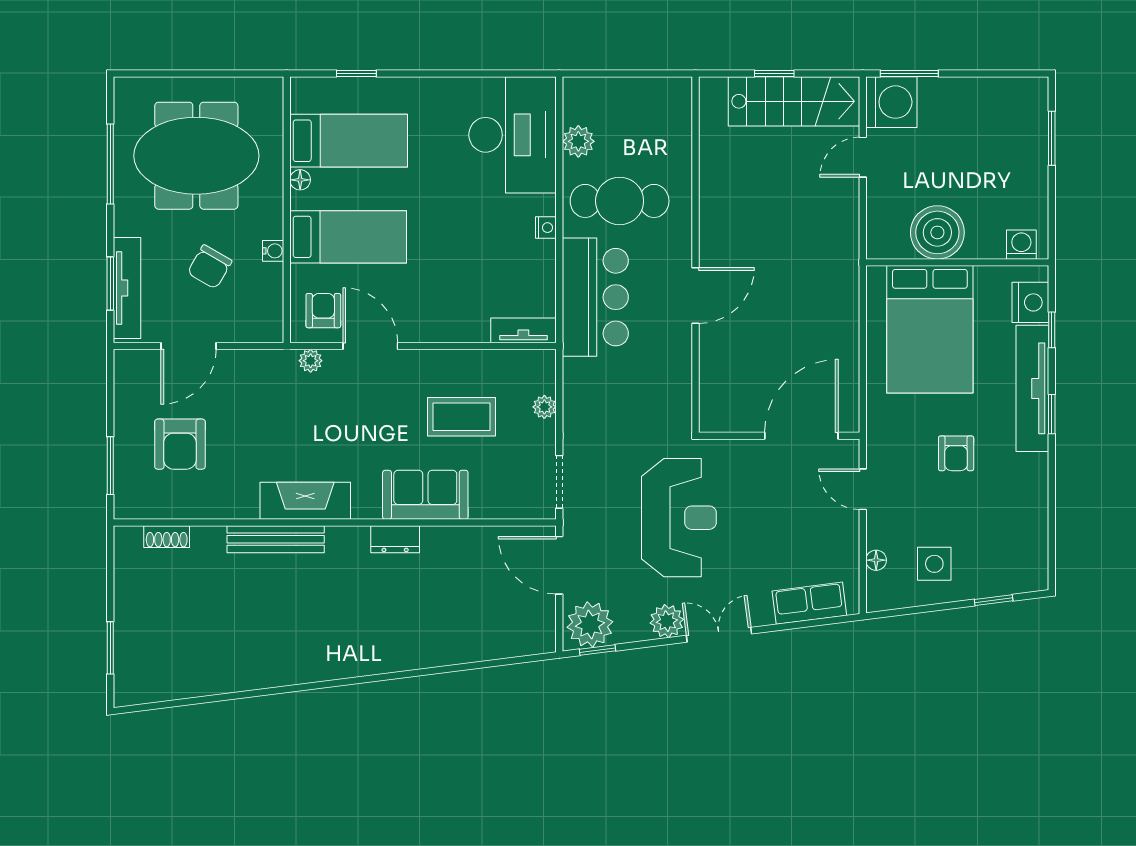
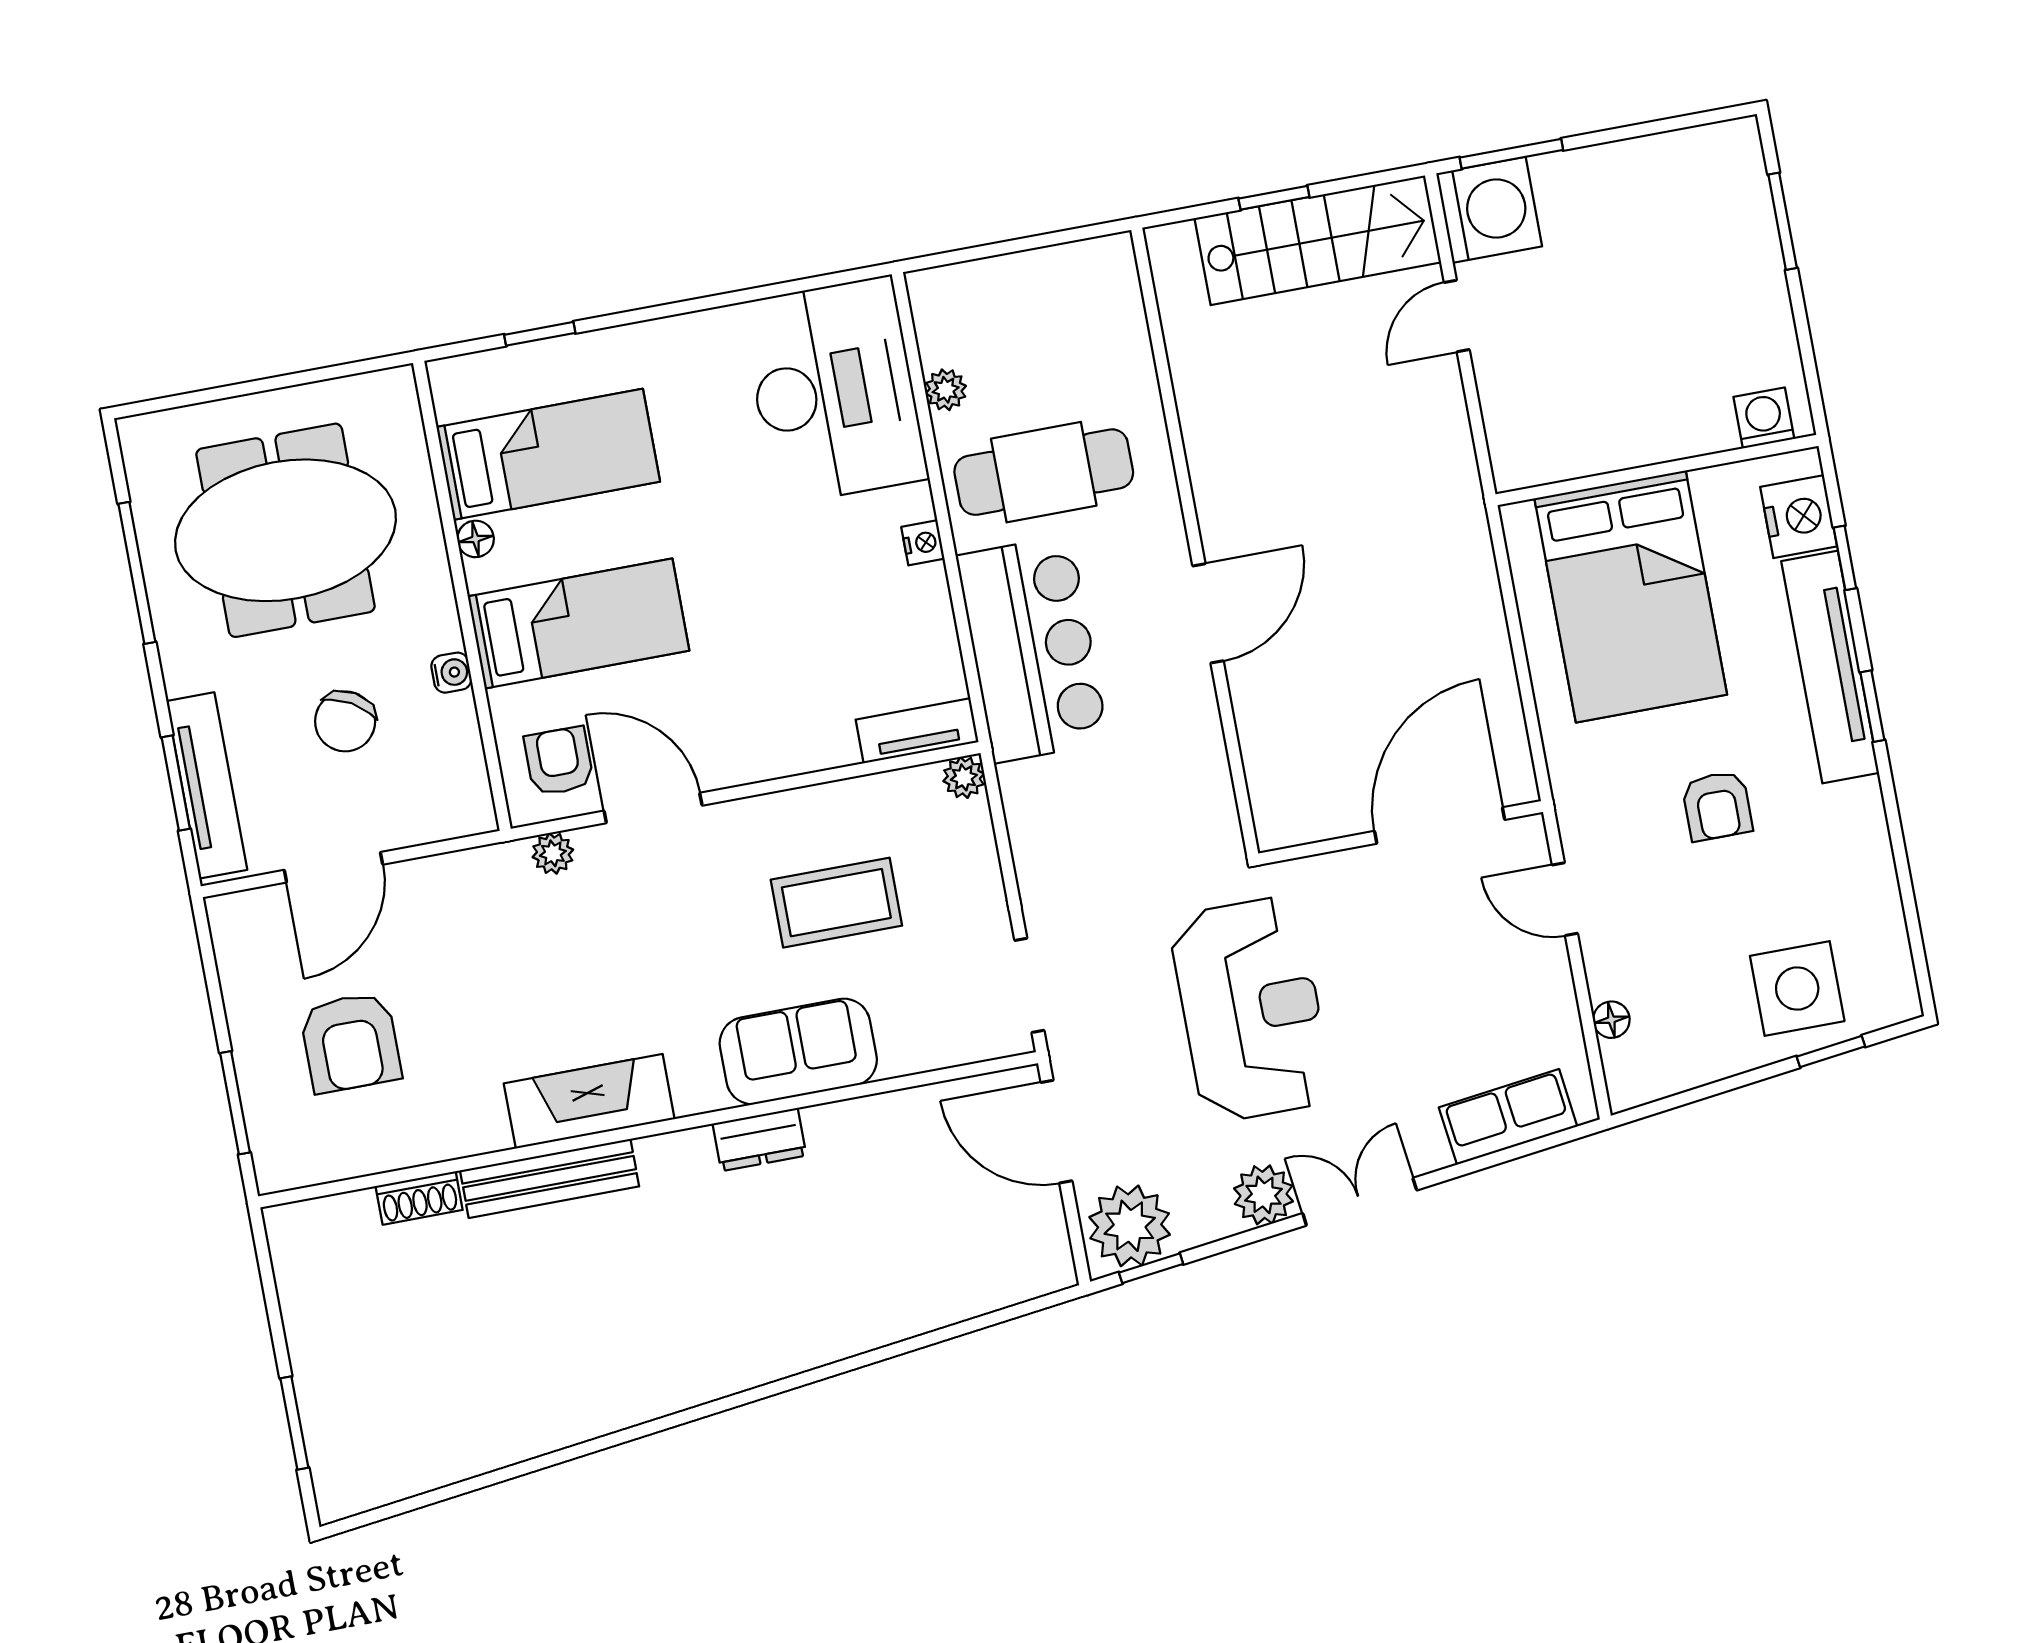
plant: (578, 141) -> (946, 390), width x0.73, depth x0.73
boiler: (937, 232) -> (1612, 424), removed
plant: (544, 407) -> (964, 777), moved
shoe rack: (167, 537) -> (419, 1198), moved
side table: (934, 564) -> (1797, 989), moved, width x1.37, depth x1.37

